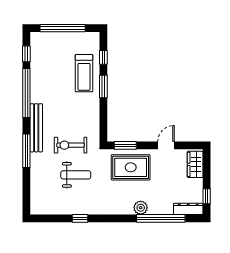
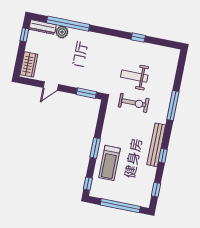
window: (103, 57) -> (88, 184), moved
treadmill: (84, 73) -> (110, 163), turned 180
window: (26, 93) -> (163, 156), width x0.32
bench: (36, 128) -> (156, 145), moved
rug: (131, 167) -> (85, 73), removed
plant: (141, 208) -> (62, 32), moved

